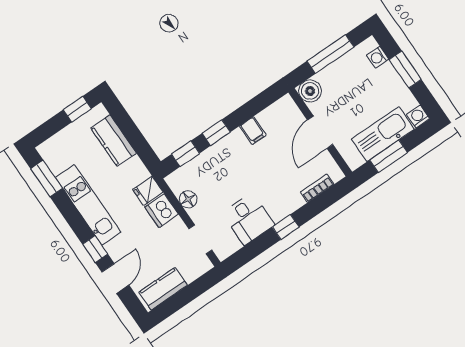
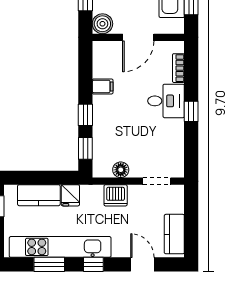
door: (320, 132) -> (138, 37), hinge flipped
window: (47, 178) -> (49, 264), moved
fridge: (148, 191) -> (70, 195), moved
kitchen unit: (88, 205) -> (60, 247), width x1.36
desk: (248, 219) -> (166, 101), moved
window: (95, 249) -> (93, 264), moved

